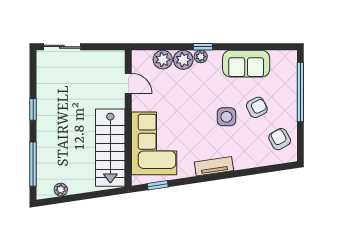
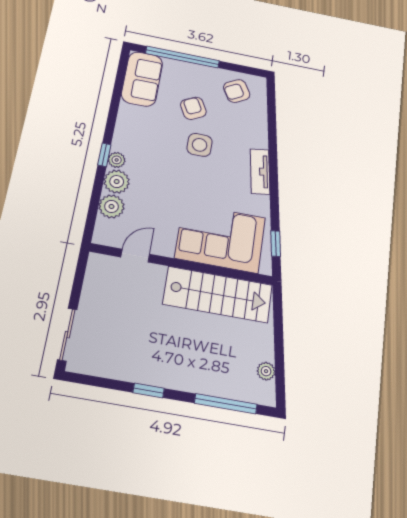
sofa: (246, 64) -> (142, 79), moved

